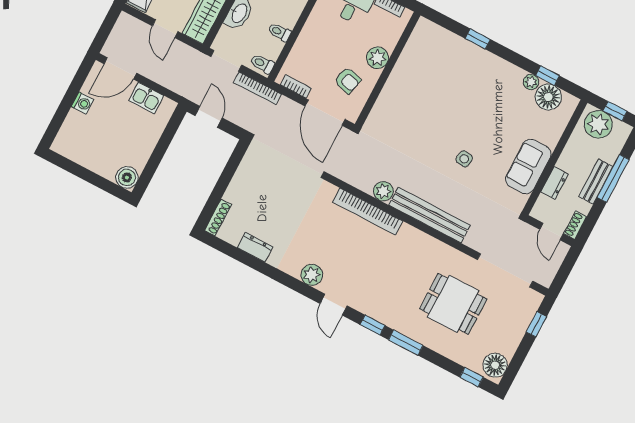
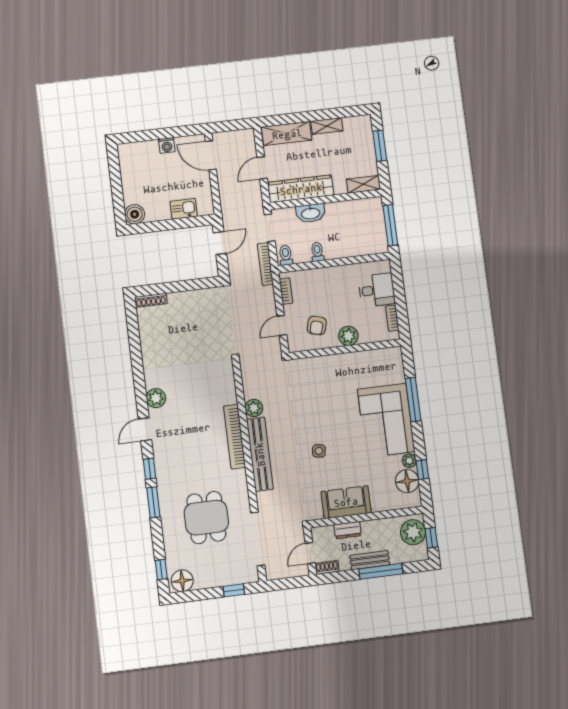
window: (478, 39) -> (413, 400), width x2.17
corner sofa: (479, 77) -> (386, 420), added
kitchen sink: (146, 98) -> (184, 209), moved, turned 90
door: (325, 113) -> (282, 325), width x0.53
bookcase: (368, 212) -> (235, 437), moved
dresser: (255, 247) -> (148, 342), removed

